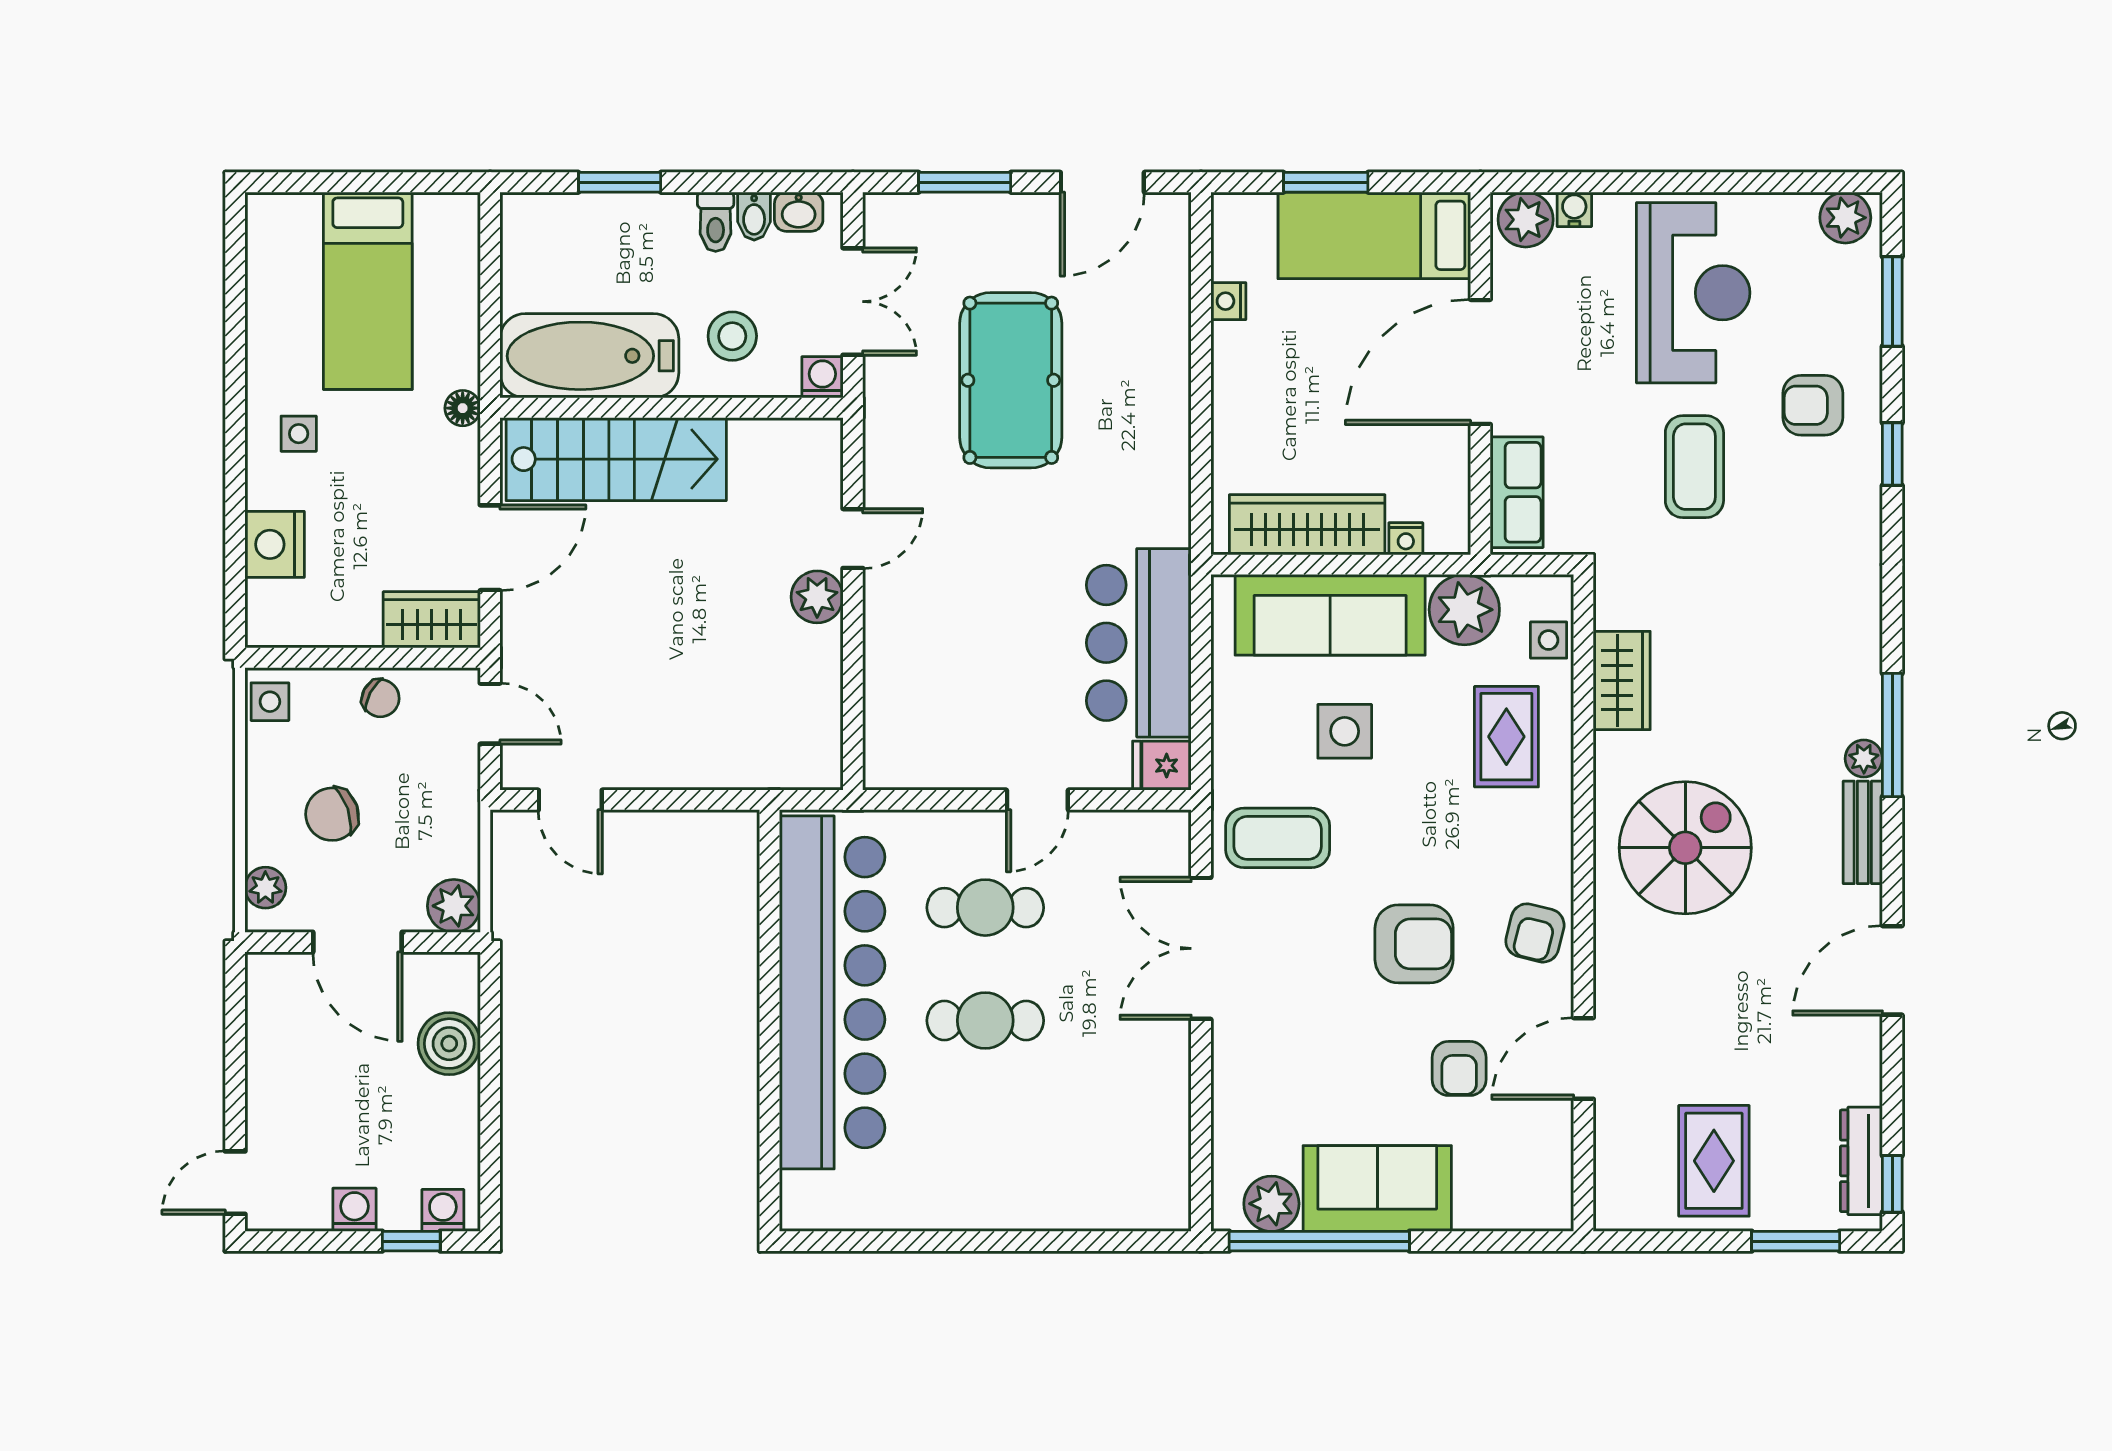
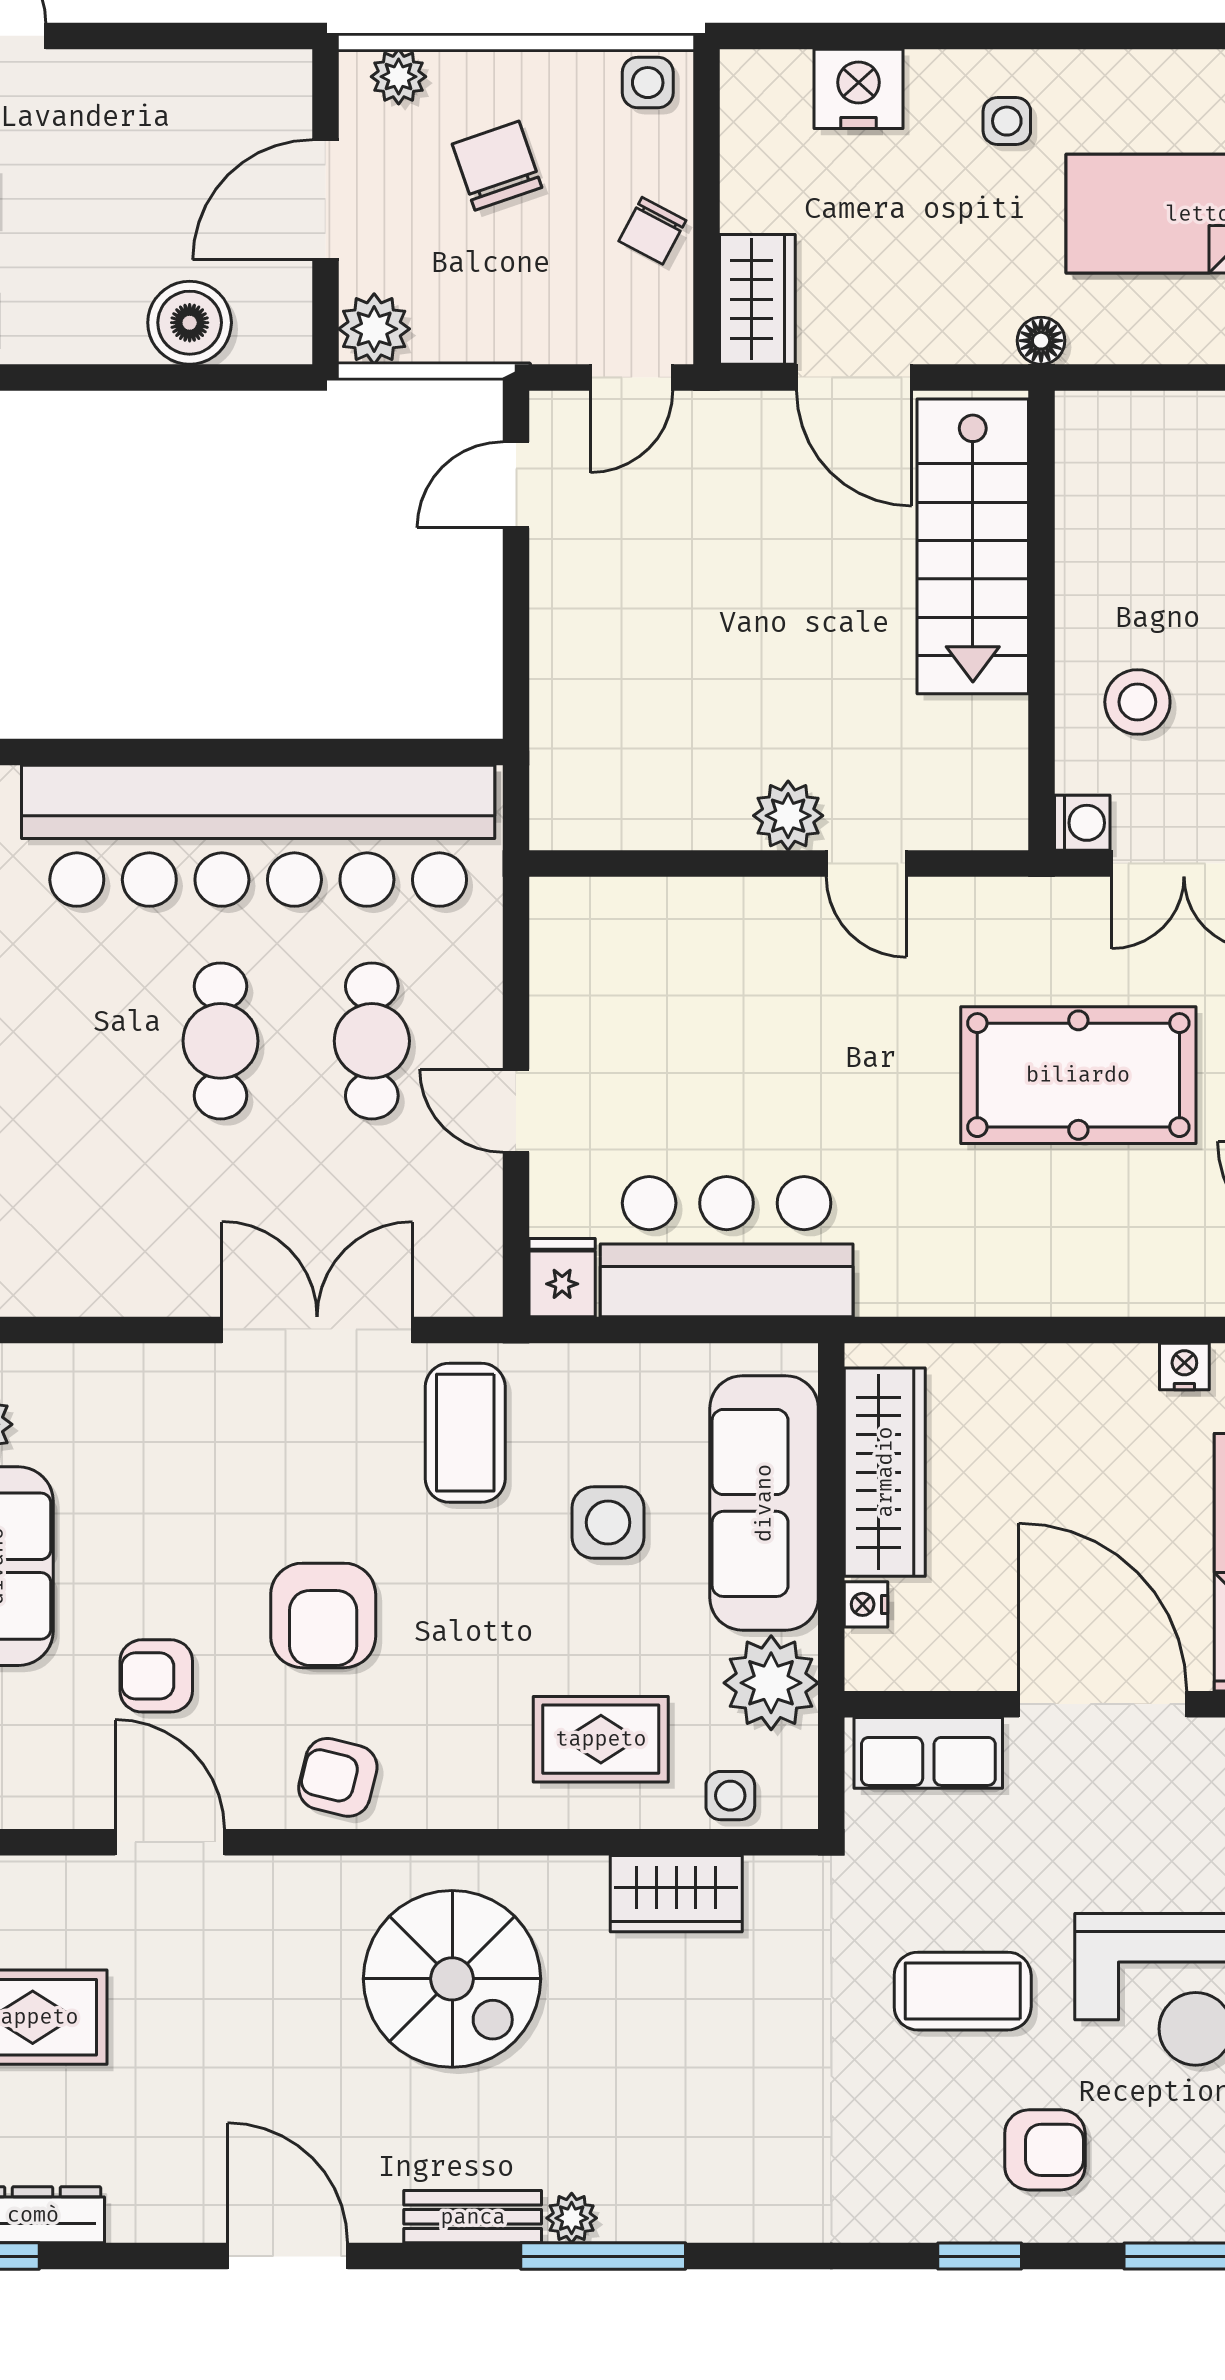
bathtub: (589, 356) -> (1111, 510), removed
armchair: (1813, 405) -> (1045, 2150), turned 90

